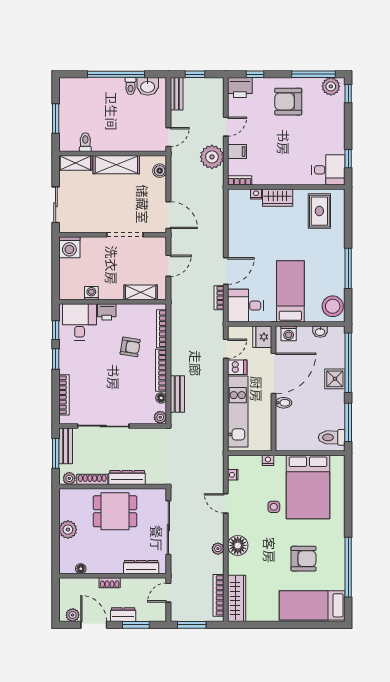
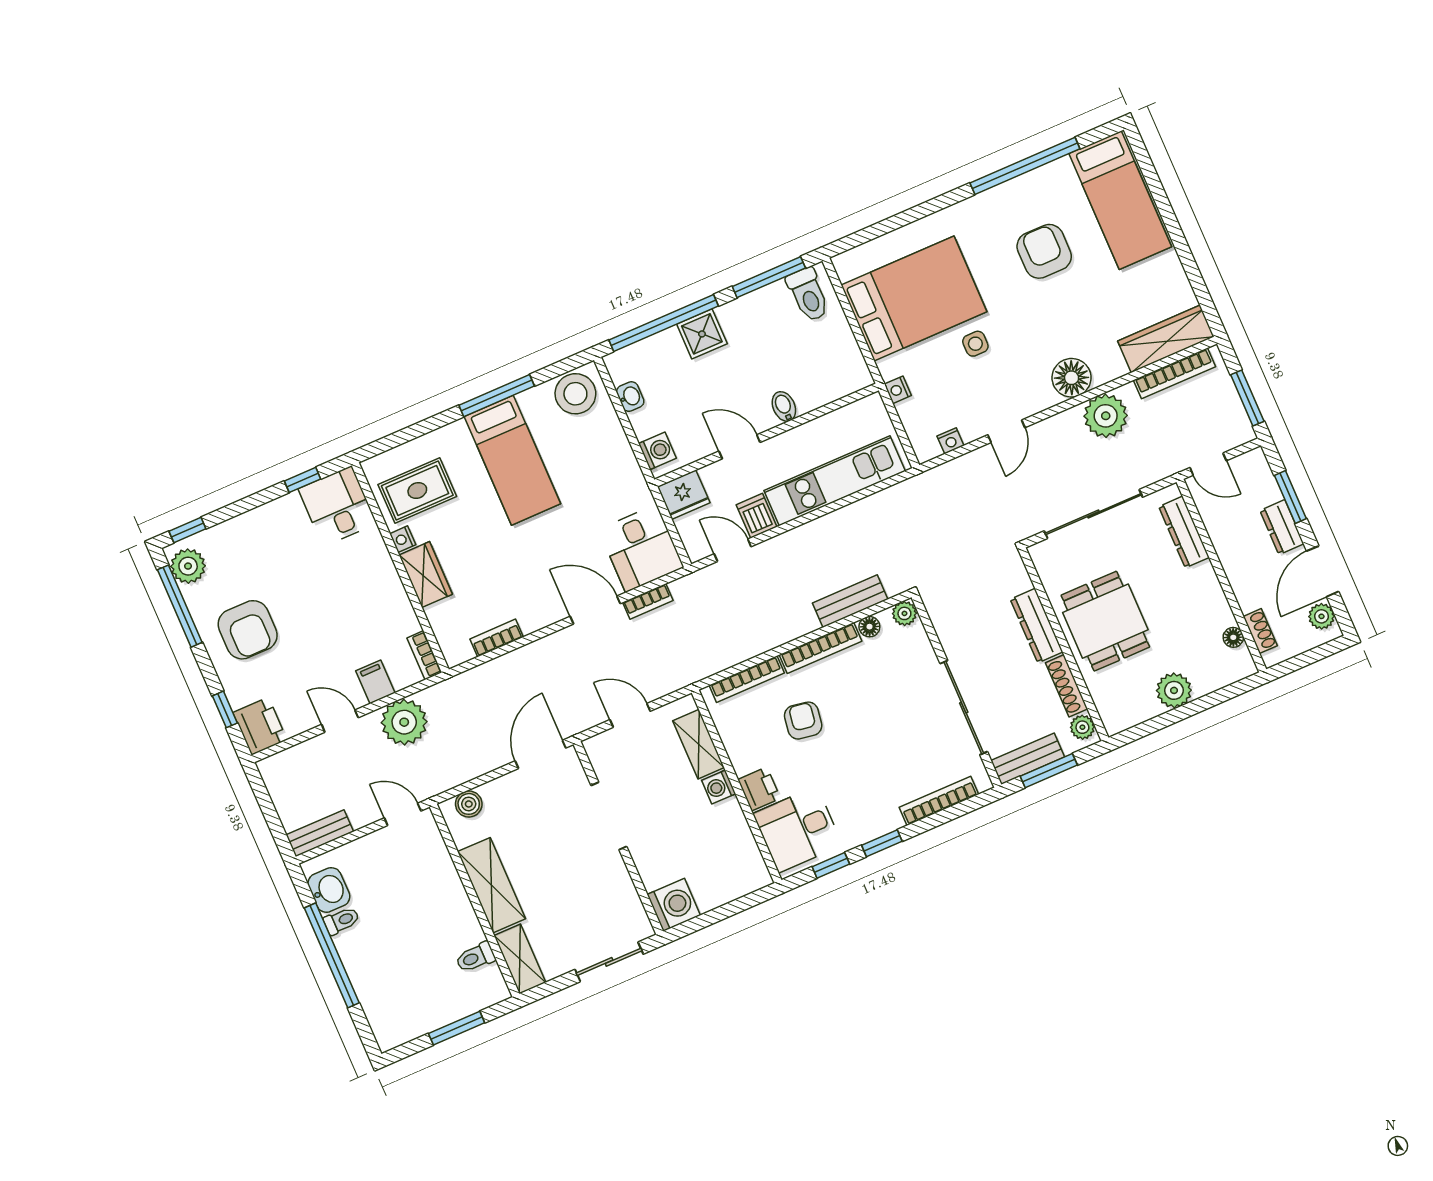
window: (195, 74) -> (271, 816), removed
nightstand: (256, 194) -> (403, 539), moved
bookcase: (233, 218) -> (497, 638), added
bed: (290, 291) -> (512, 460), moved, turned -90
washing machine: (91, 293) -> (719, 787), moved
door: (274, 373) -> (740, 447), width x0.53
plant: (218, 549) -> (1106, 416), width x1.88, depth x1.88
shoe rack: (110, 583) -> (1260, 631), moved

